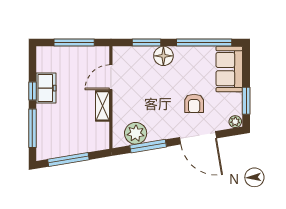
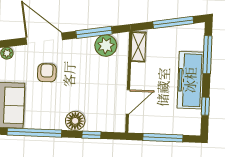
window: (146, 42) -> (91, 135), width x0.67
freezer: (46, 88) -> (190, 80), width x1.91, depth x1.26
window: (32, 91) -> (205, 106), moved
shelving: (103, 106) -> (138, 47), moved

